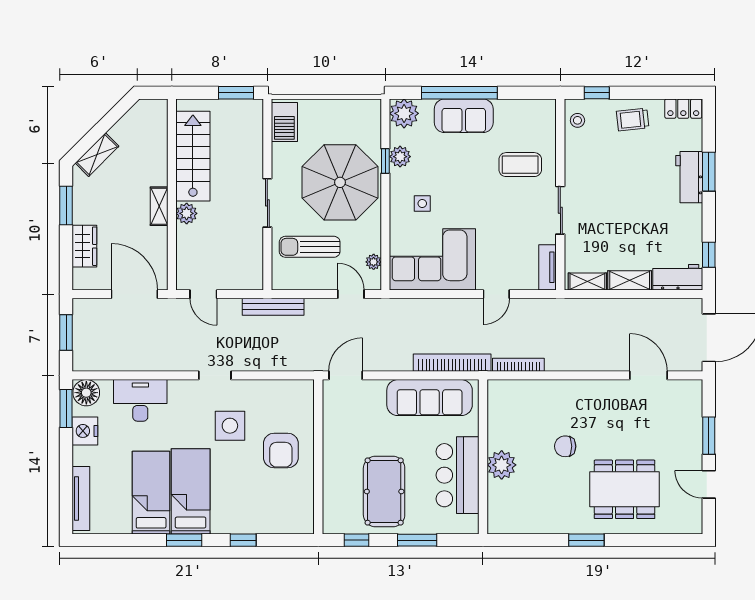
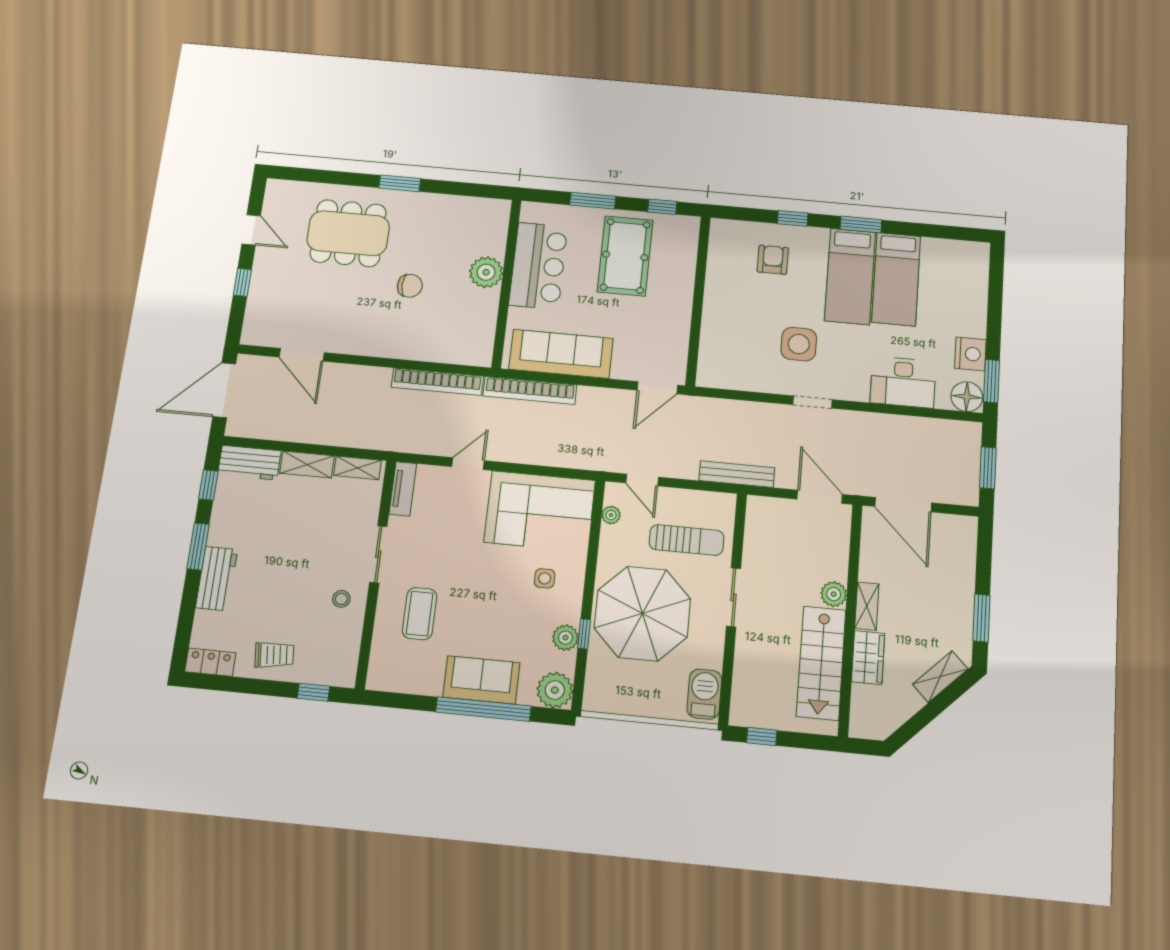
window: (236, 93) -> (762, 737), width x0.67
stool: (577, 120) -> (341, 599), moved
coffee table: (520, 165) -> (420, 614), turned 90
window: (709, 172) -> (198, 546), moved
wardrobe: (84, 246) -> (868, 658), moved, turned 180
door: (203, 294) -> (820, 497), width x1.38
bookcase: (518, 365) -> (437, 382), width x1.48, depth x1.31
window: (709, 436) -> (242, 282), width x0.67
armchair: (281, 451) -> (773, 260), moved, width x0.72, depth x0.72
tv unit: (81, 498) -> (979, 280), removed

